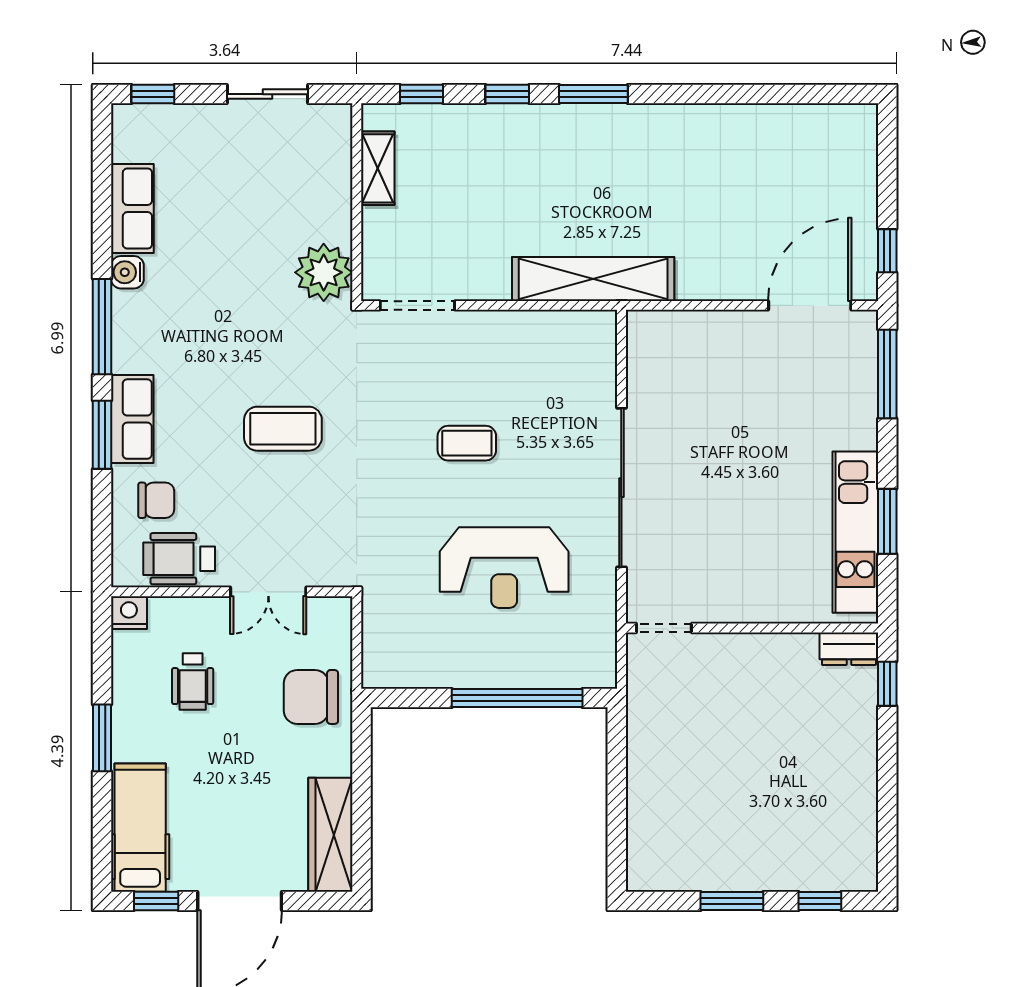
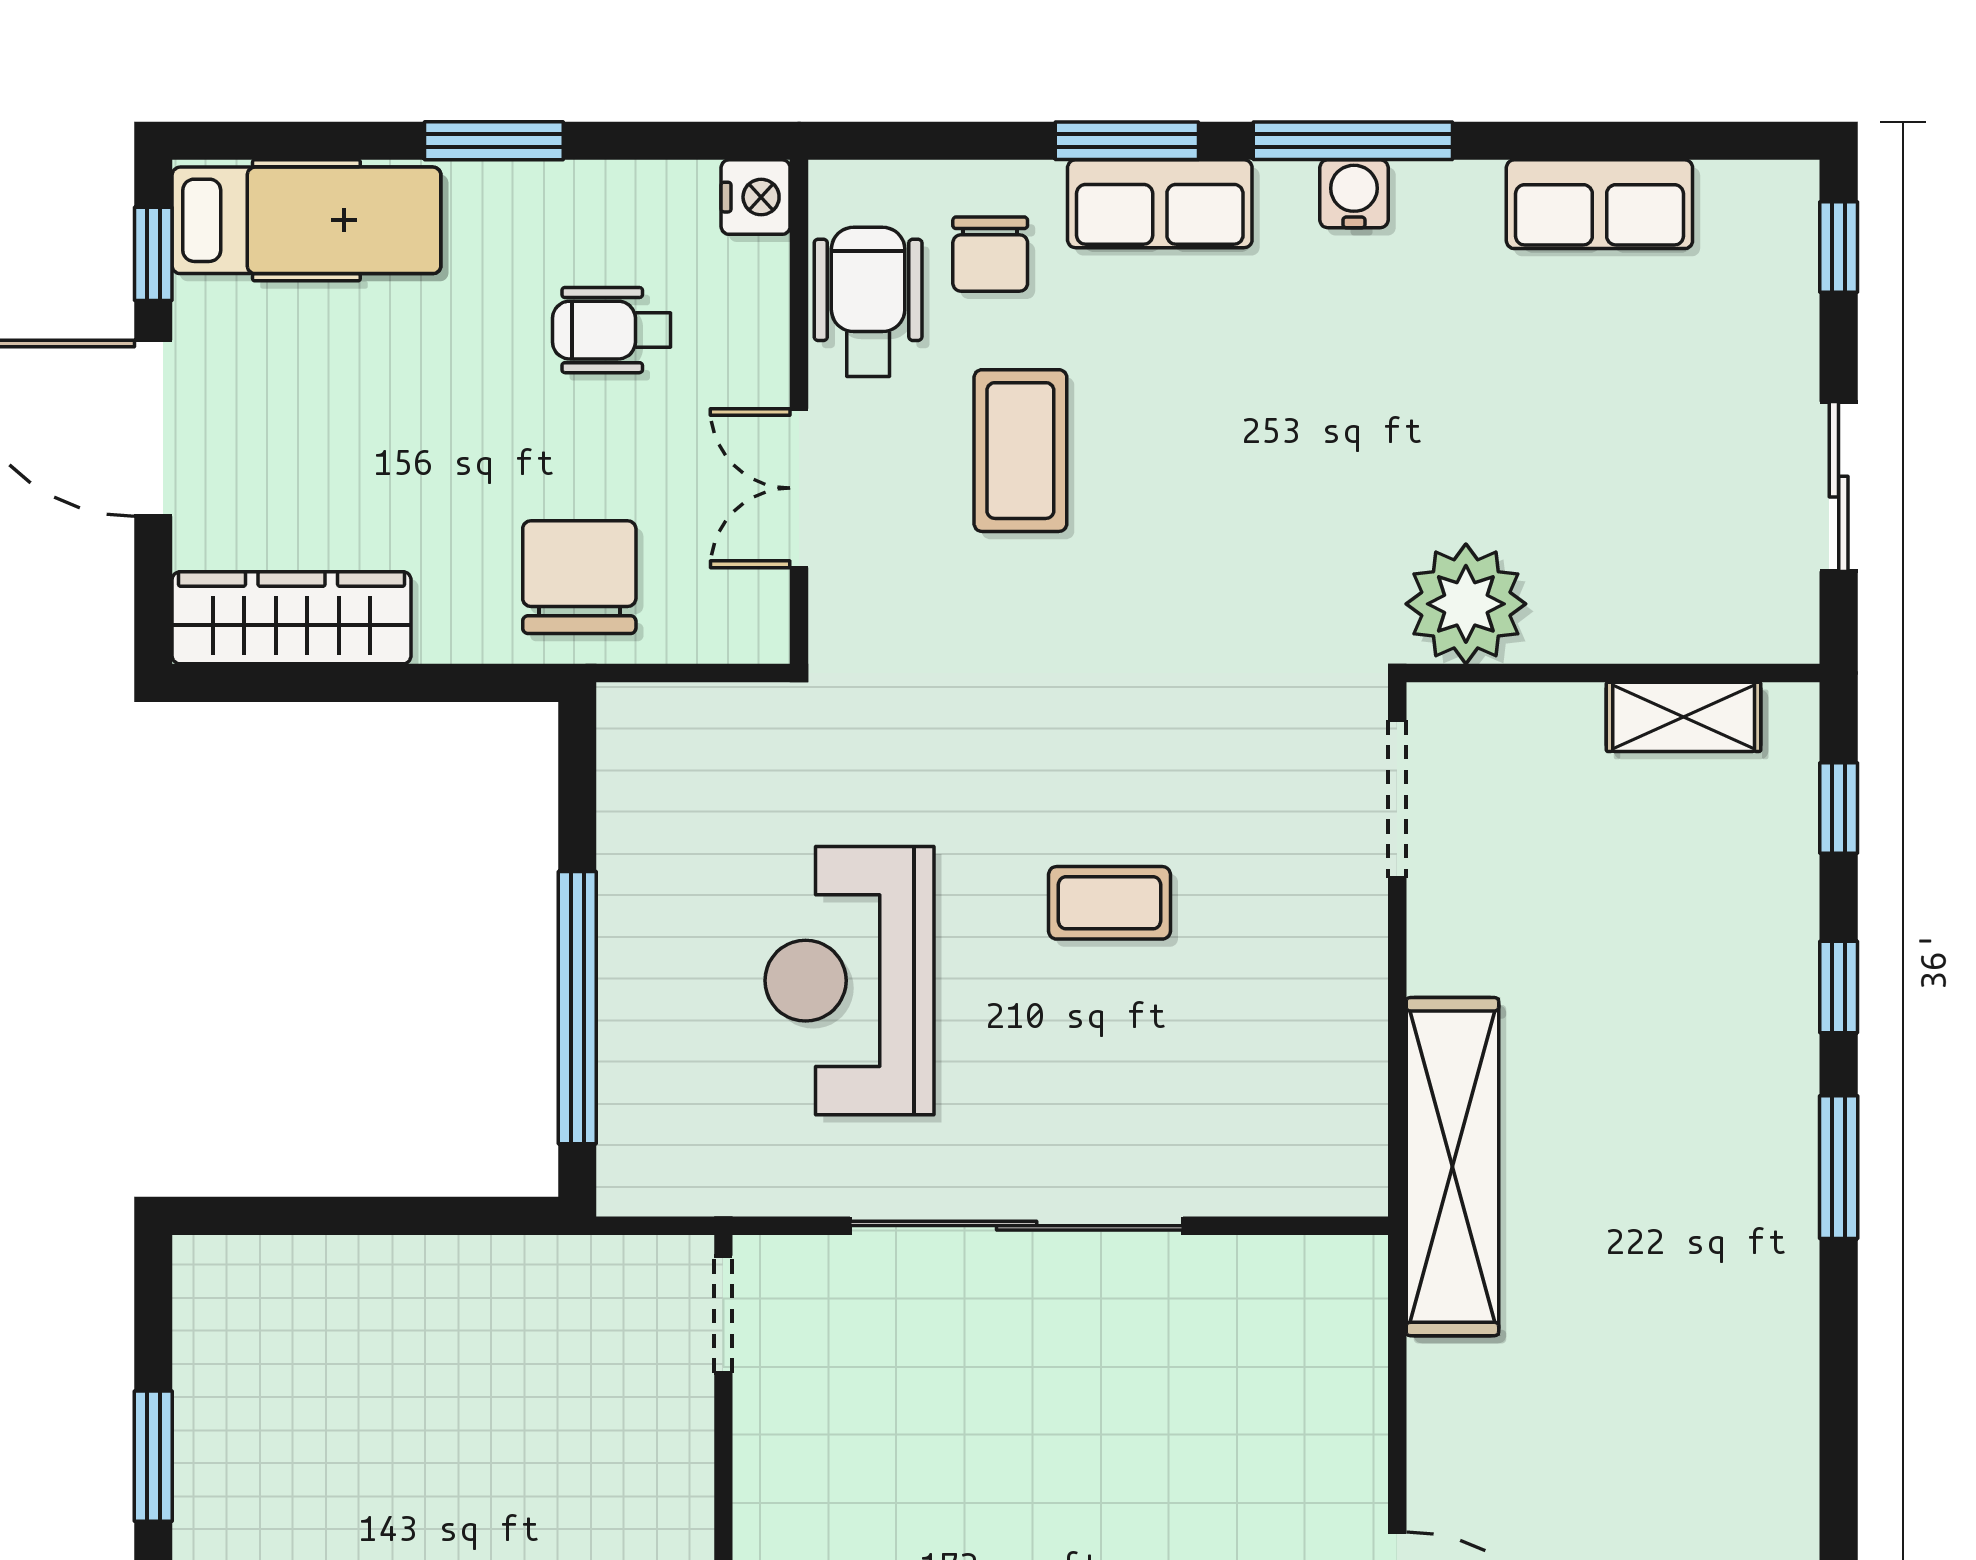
water cooler: (127, 272) -> (1354, 194), moved
coffee table: (283, 429) -> (1020, 451), moved
coffee table: (467, 443) -> (1109, 903), turned 90

